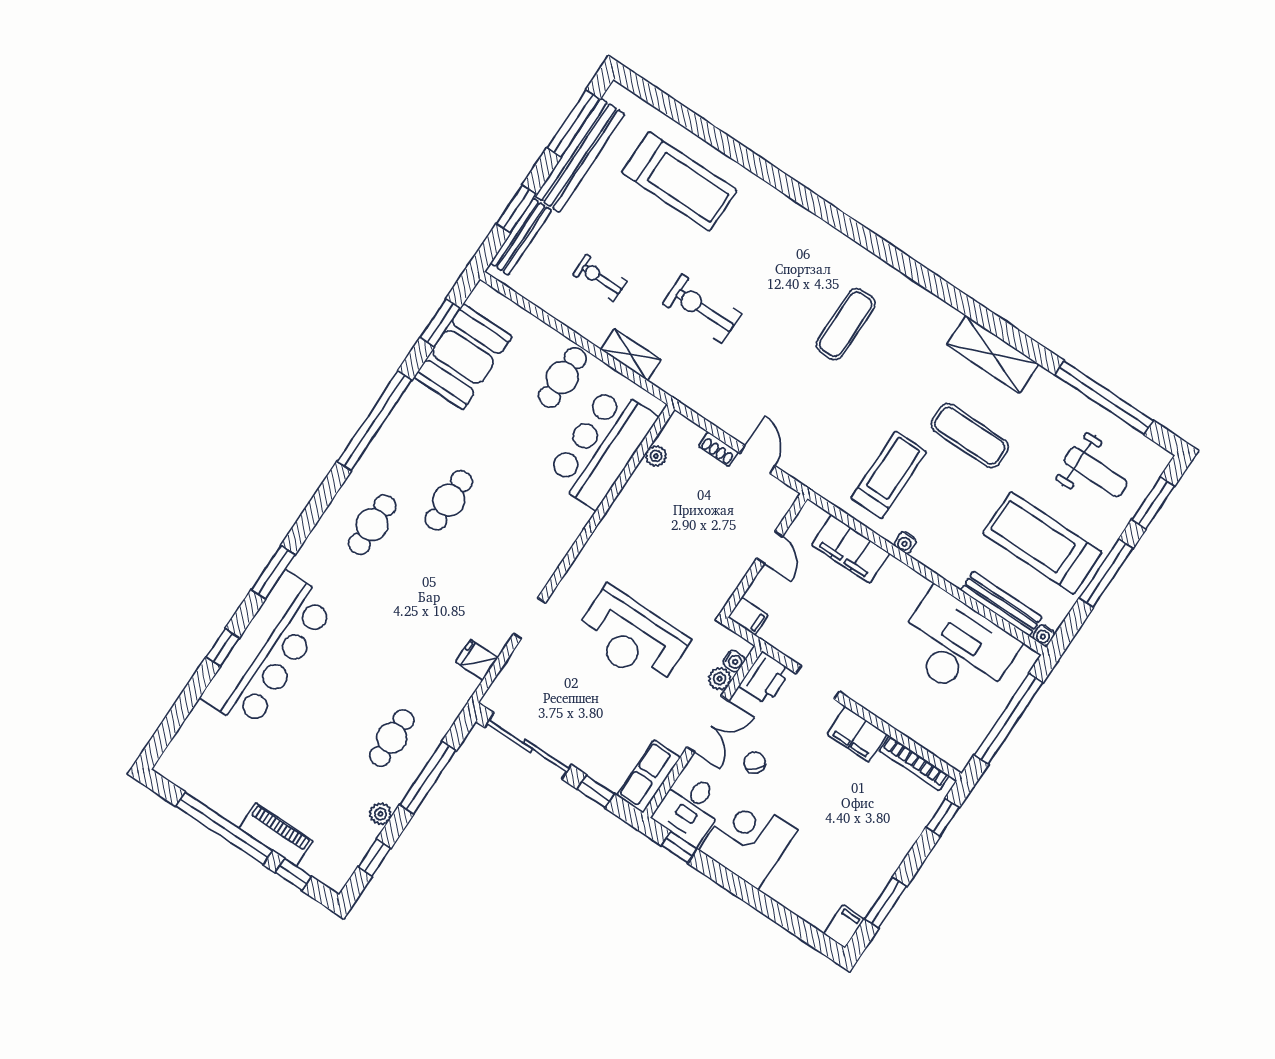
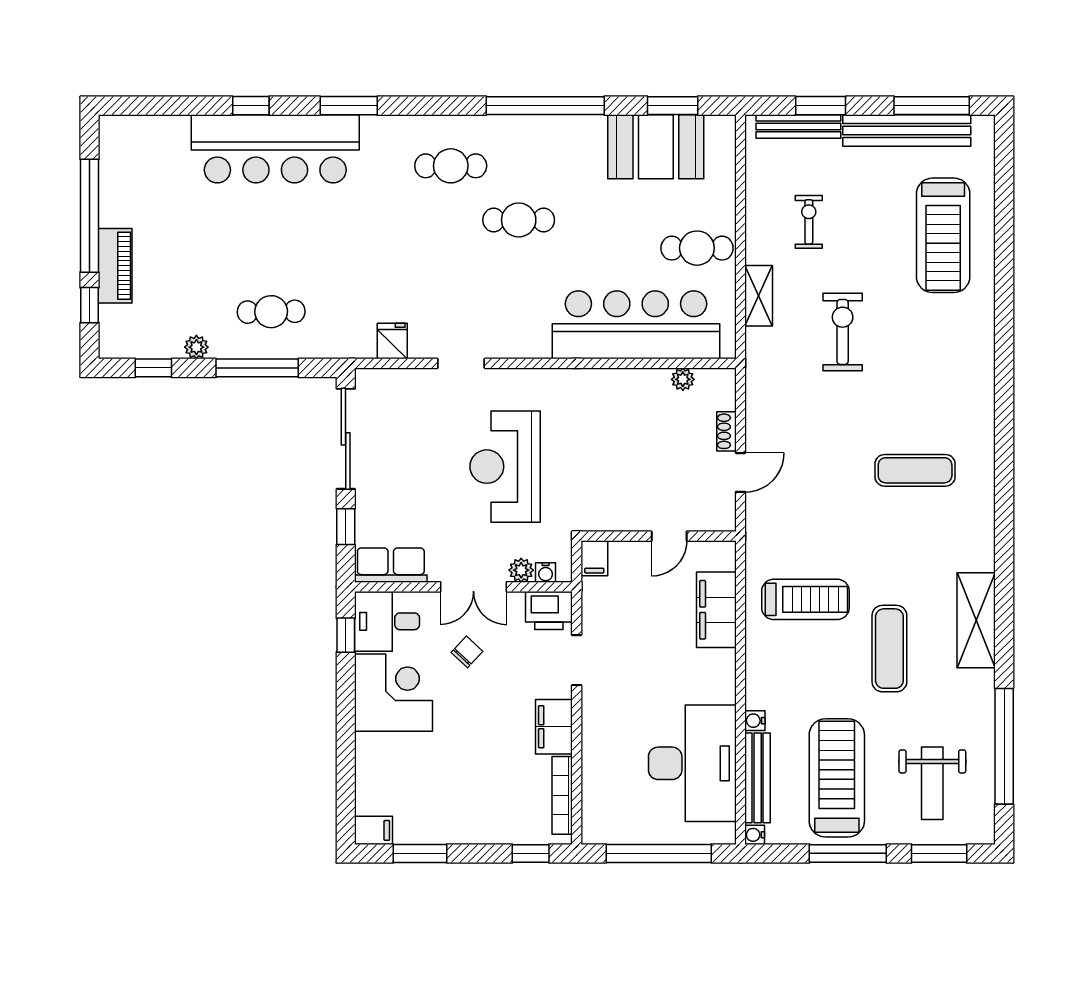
bar counter: (601, 447) -> (636, 325), width x1.36
water cooler: (905, 543) -> (755, 721), moved

